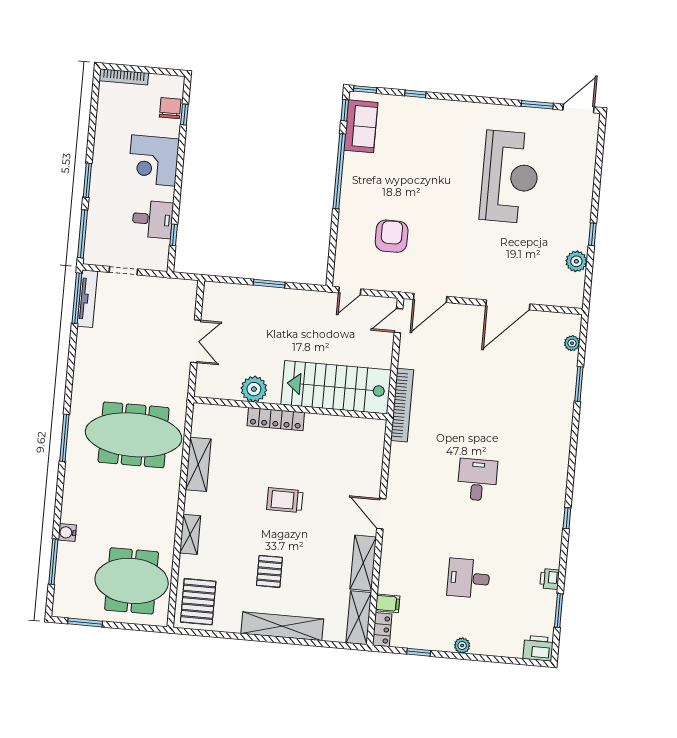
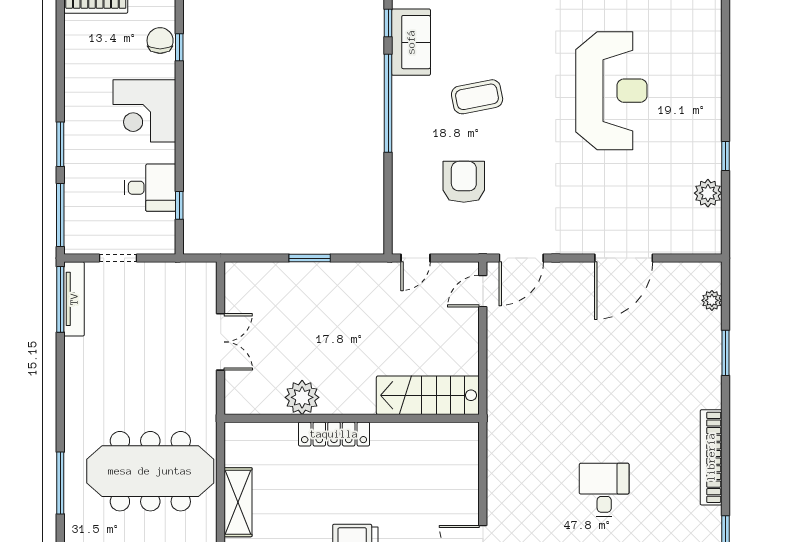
coffee table: (407, 172) -> (477, 97), added
stairs: (336, 387) -> (428, 395), width x0.73, depth x0.66
bookcase: (402, 405) -> (711, 457), moved, turned 180

